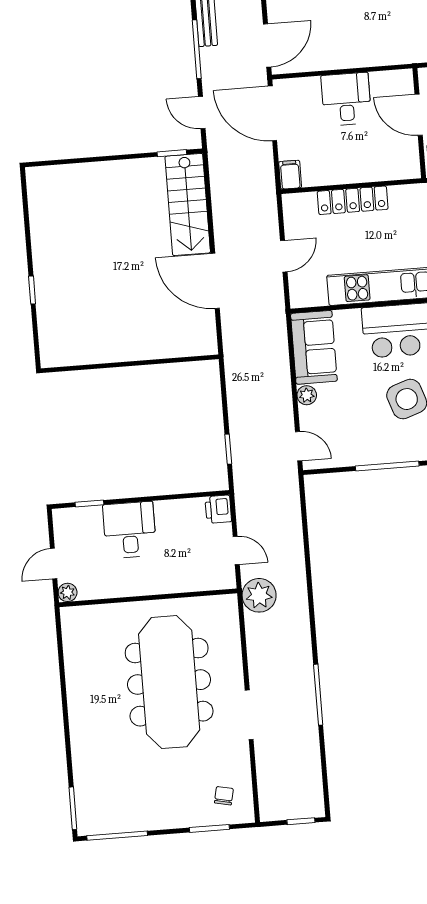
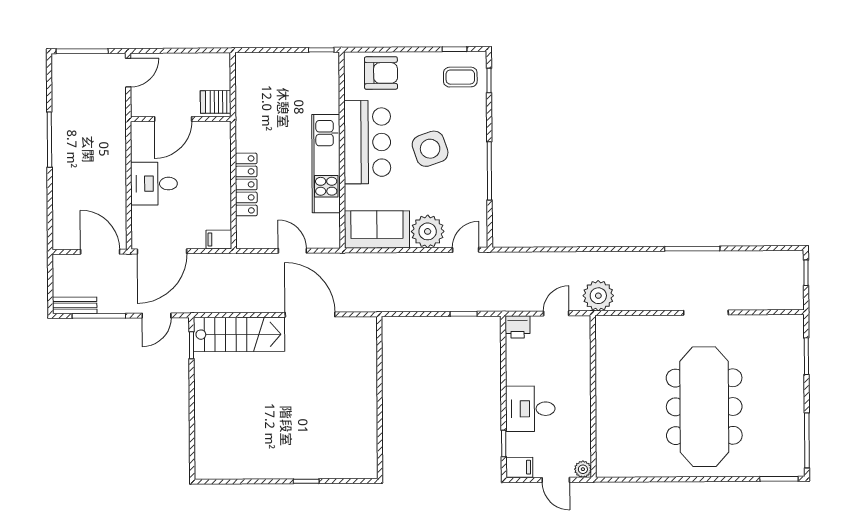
door: (215, 281) -> (310, 315), swing flipped
plant: (307, 395) -> (428, 231), width x1.87, depth x1.87
filing cabinet: (65, 522) -> (519, 467), added
meeting table: (169, 682) -> (704, 407), moved, turned 90
chair: (224, 796) -> (778, 341), removed

